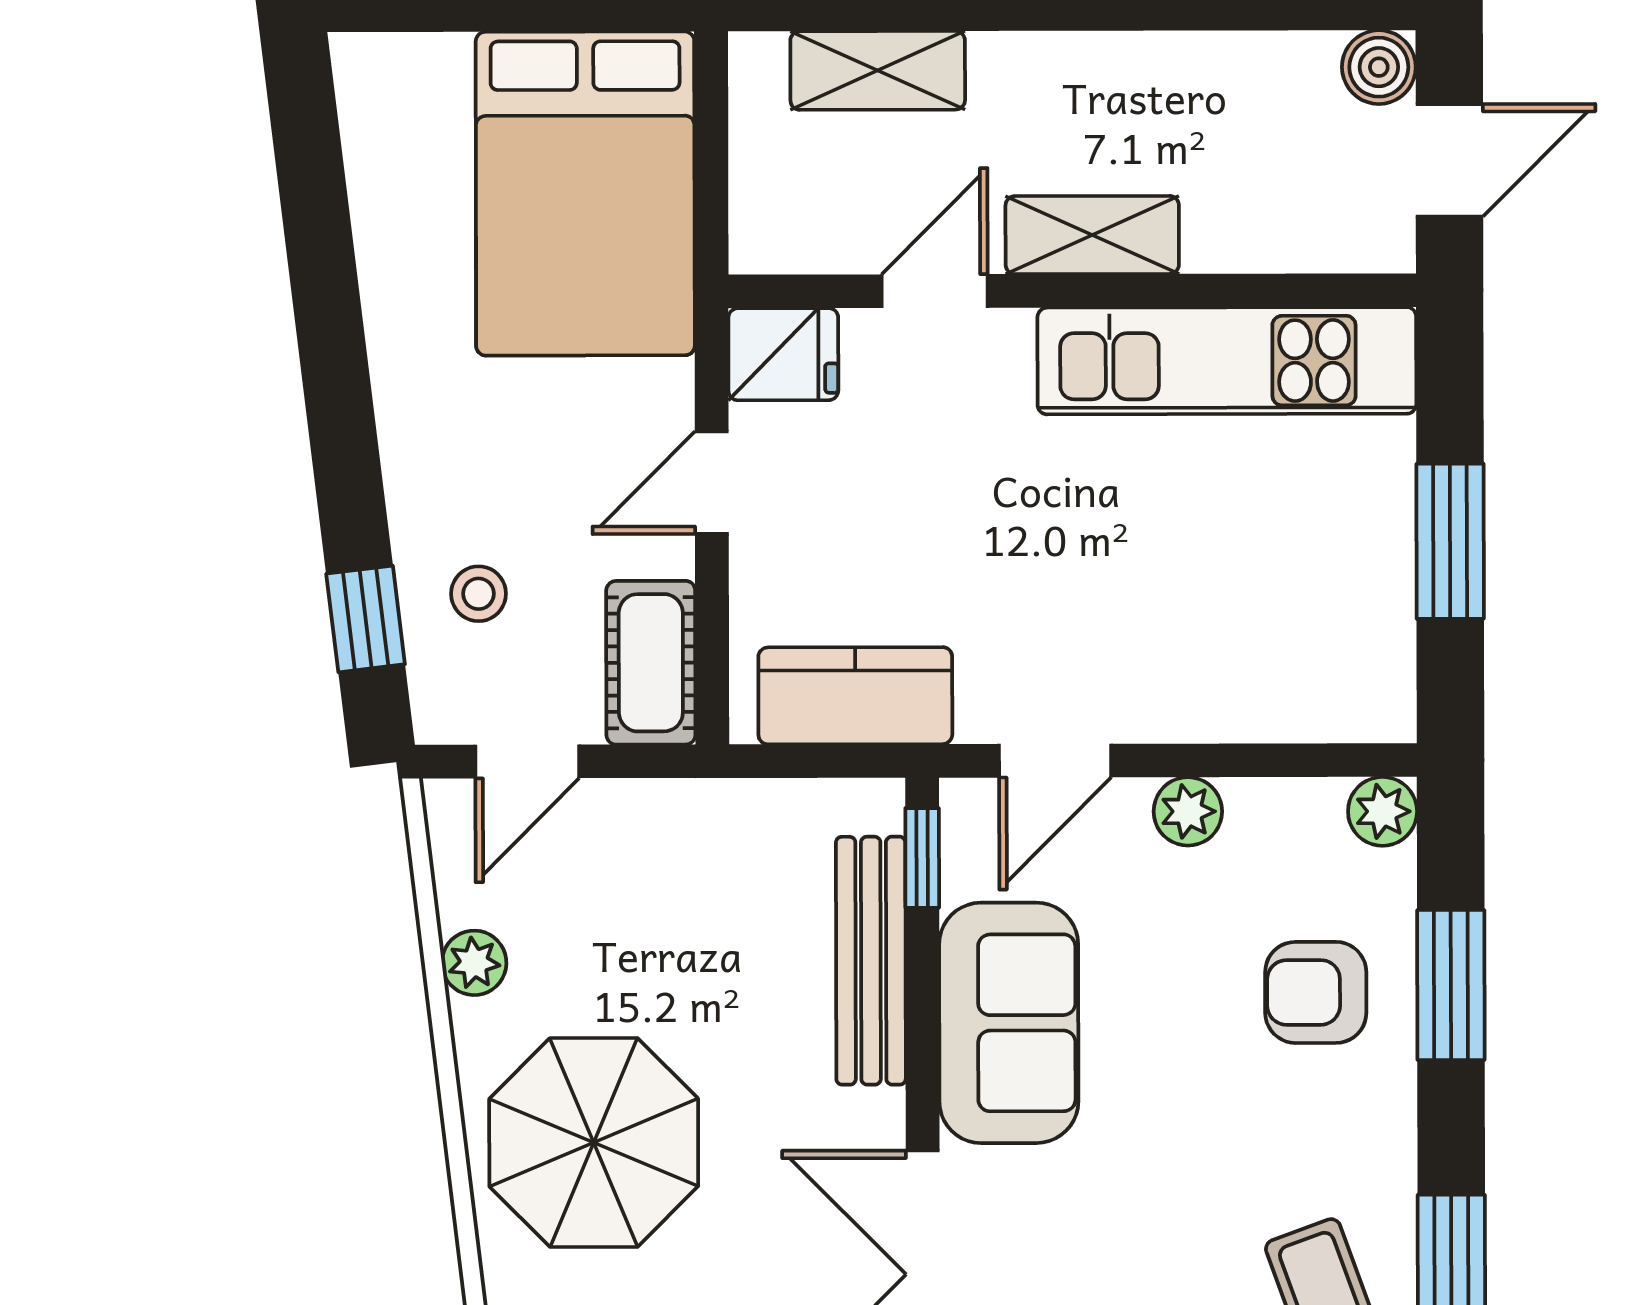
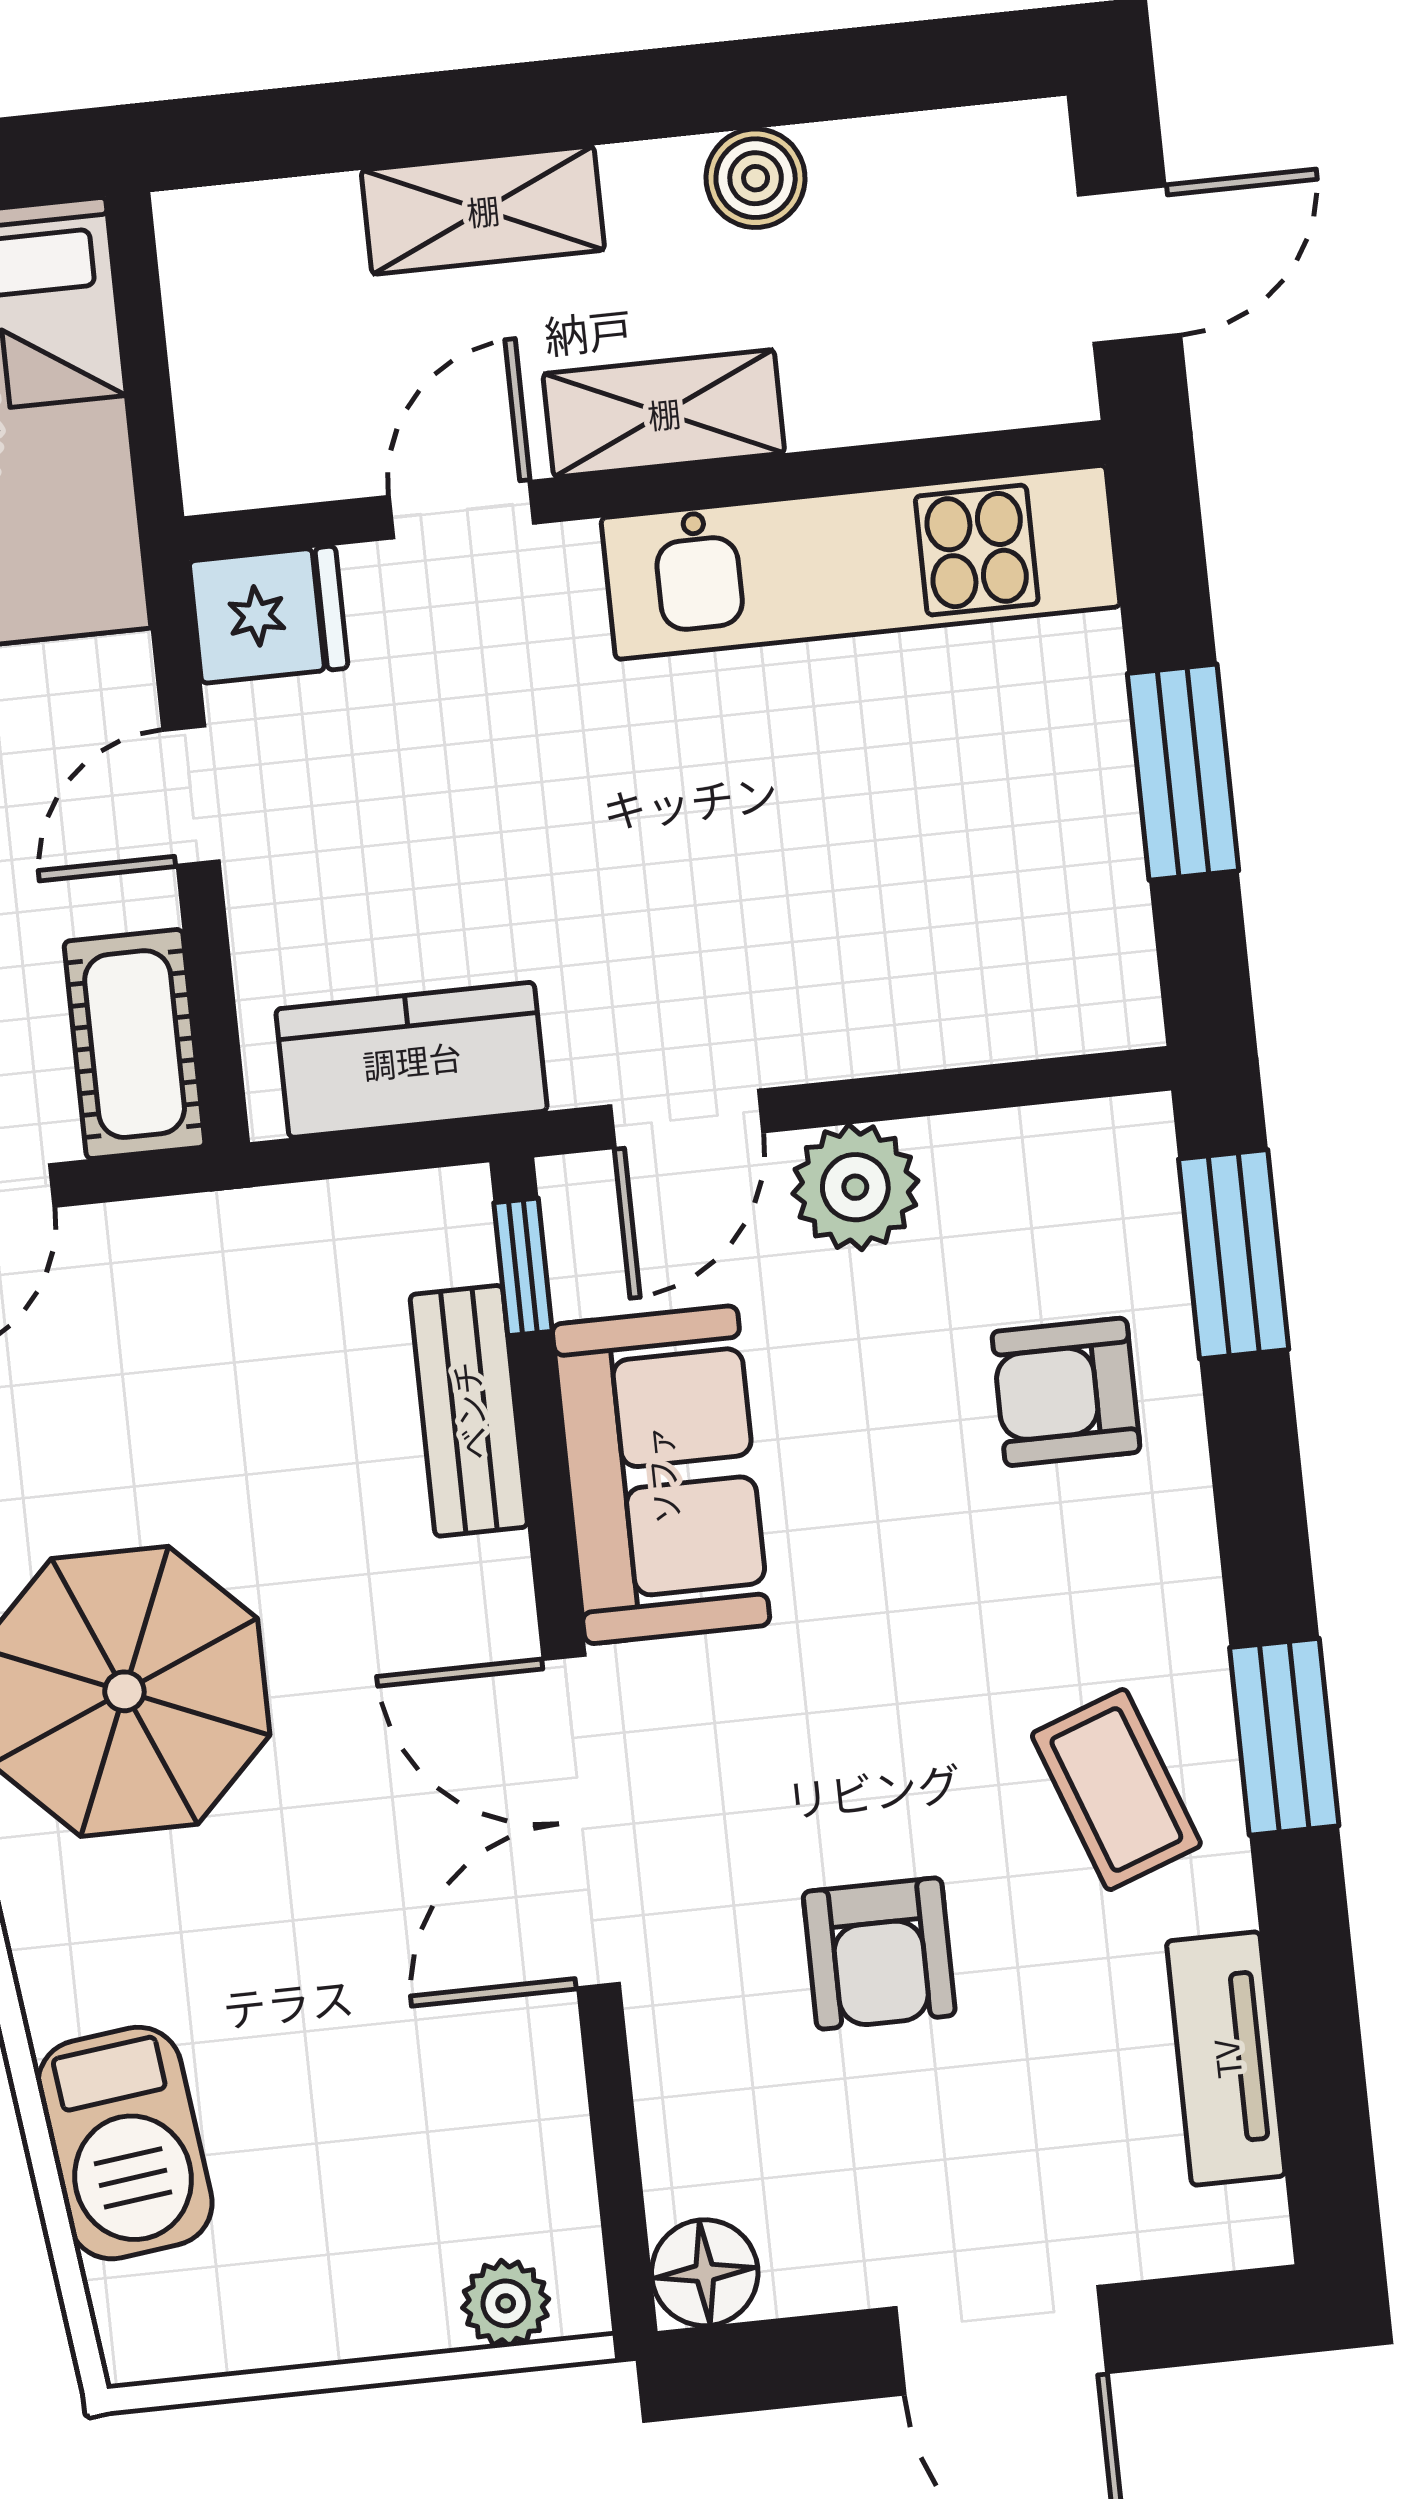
boiler: (1379, 67) -> (756, 178), moved
shelving: (878, 70) -> (483, 210), moved
plant: (1188, 811) -> (855, 1187), width x1.38, depth x1.38
plant: (1383, 811) -> (1130, 1141), removed
bench: (871, 961) -> (469, 1411), width x0.73
window: (1451, 985) -> (1234, 1254), moved

